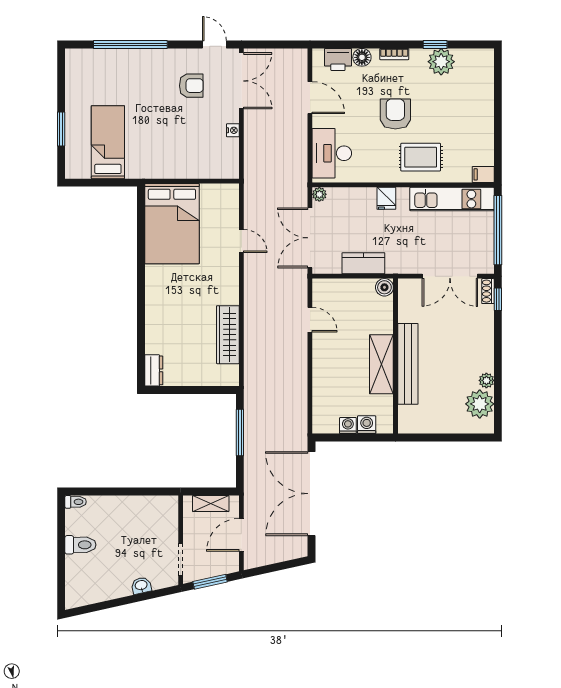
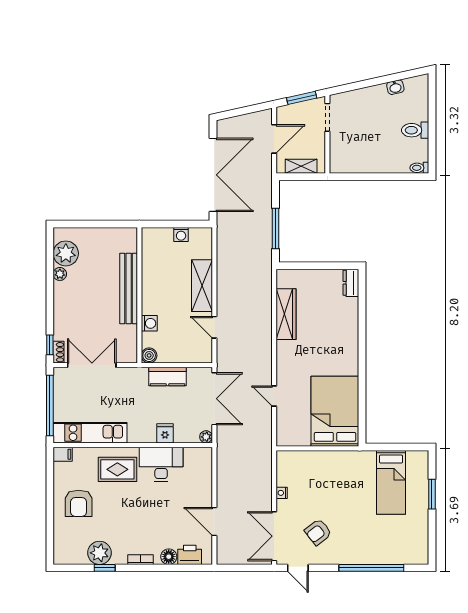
armchair: (191, 86) -> (318, 532), turned -38
armchair: (395, 114) -> (79, 503), moved
desk: (332, 153) -> (161, 464), moved, turned -90
fridge: (386, 198) -> (165, 433), moved
shelving: (381, 364) -> (202, 286), moved
washing machine: (367, 425) -> (149, 323), moved, turned -90
washbasin: (141, 586) -> (395, 87), moved

